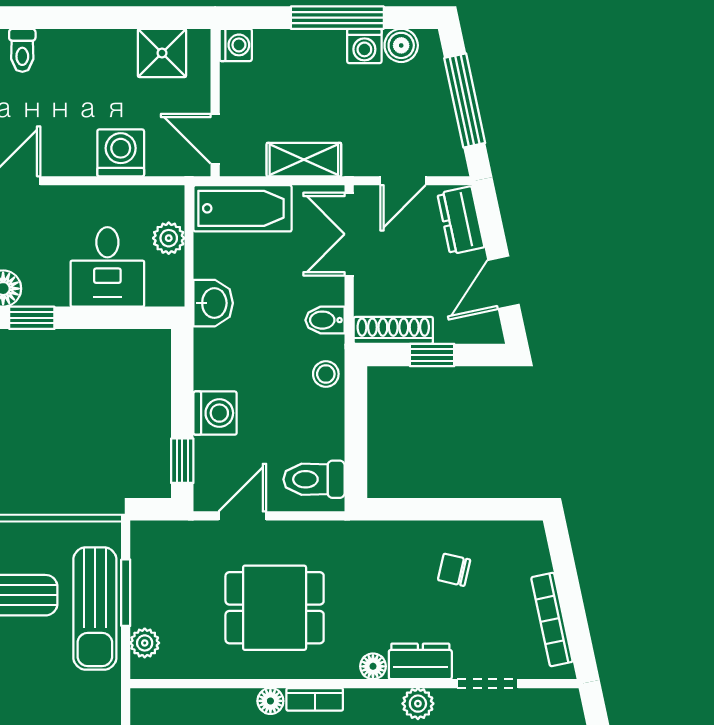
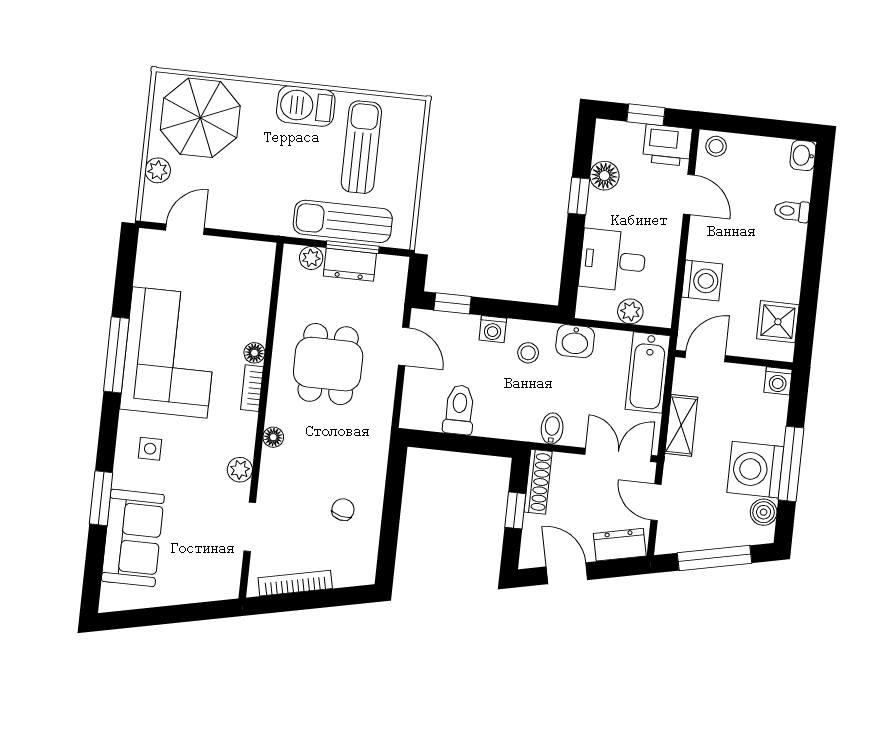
washing machine: (364, 46) -> (755, 470), width x1.89, depth x1.89
stool: (326, 374) -> (528, 353), moved
washing machine: (215, 413) -> (493, 329), width x0.73, depth x0.73
toilet: (314, 479) -> (459, 410), moved
dresser: (420, 661) -> (350, 265), moved, turned 90

